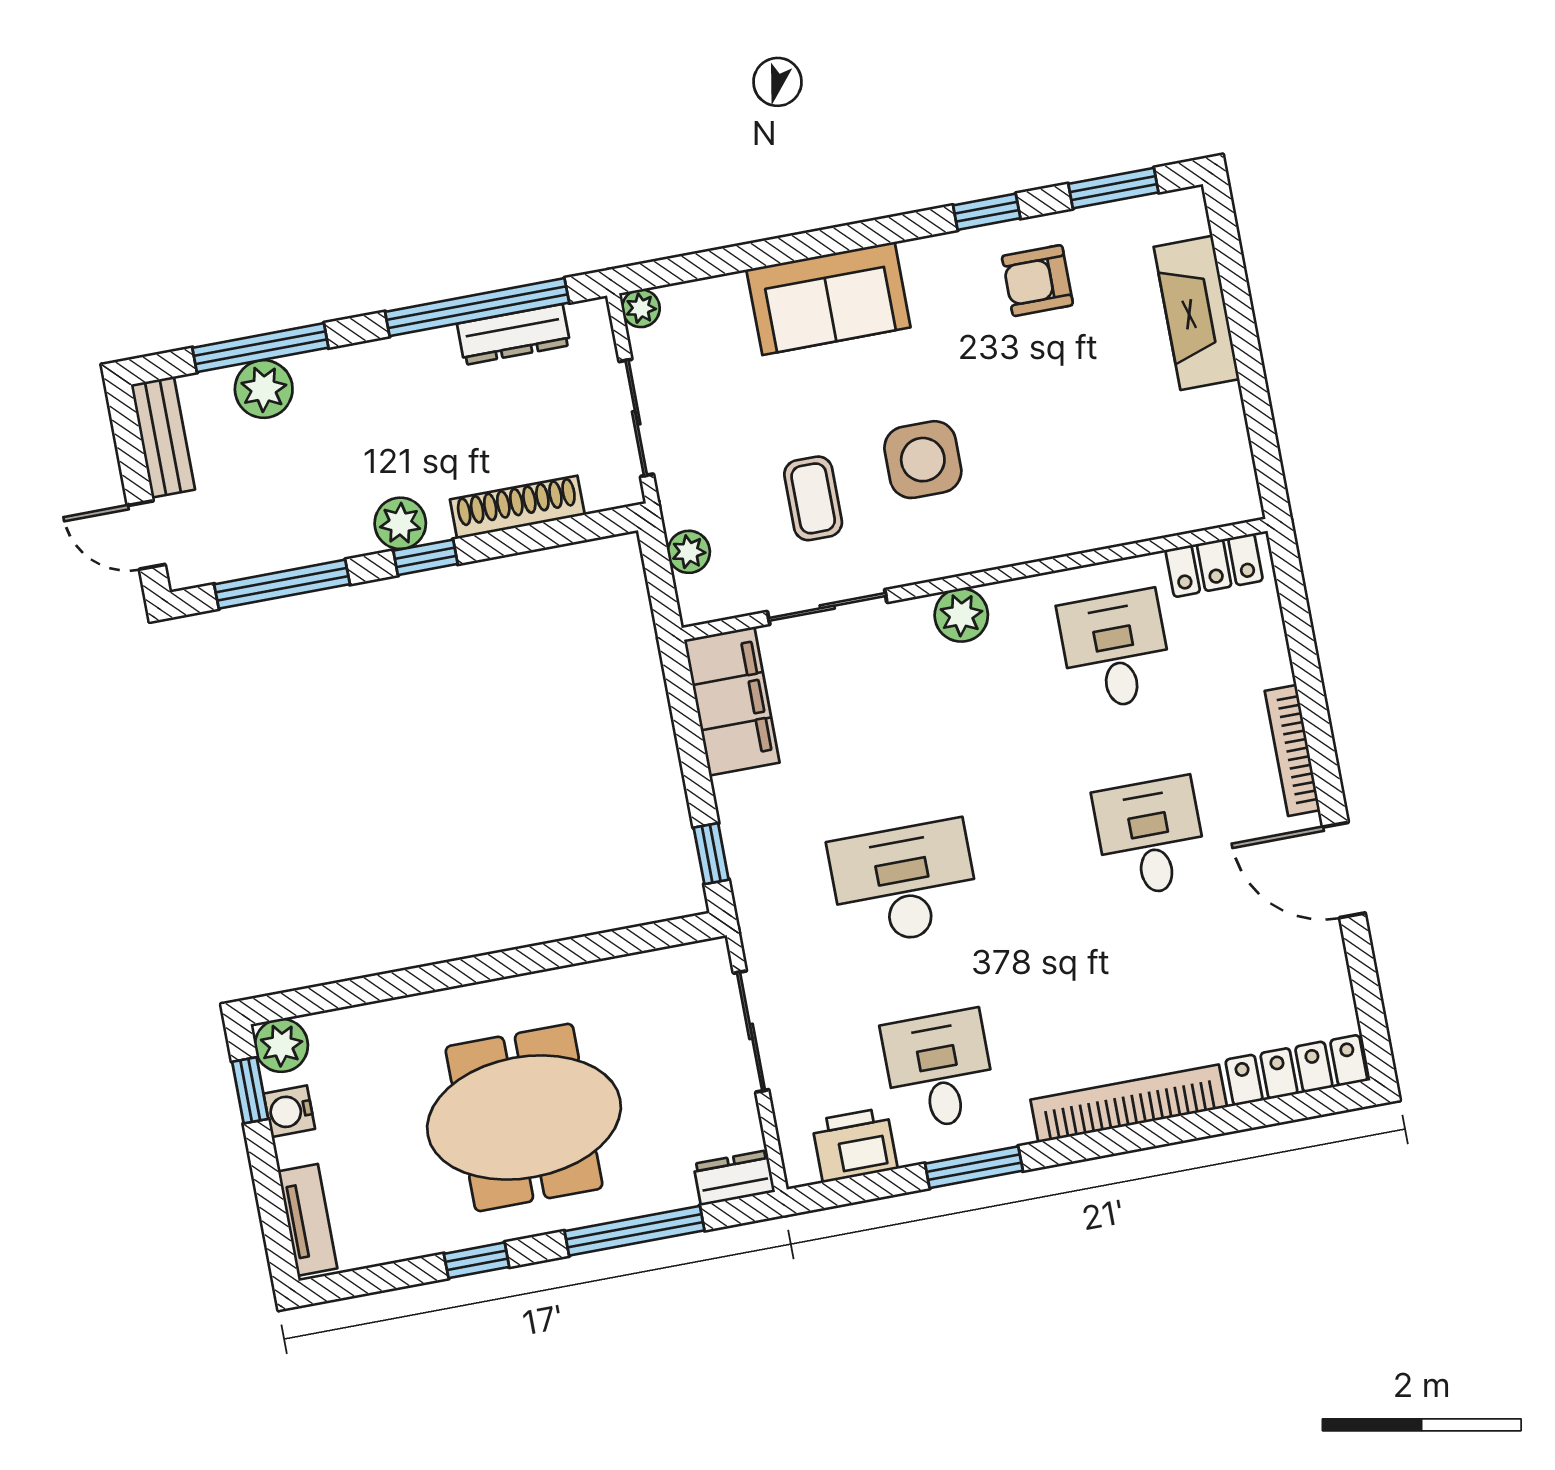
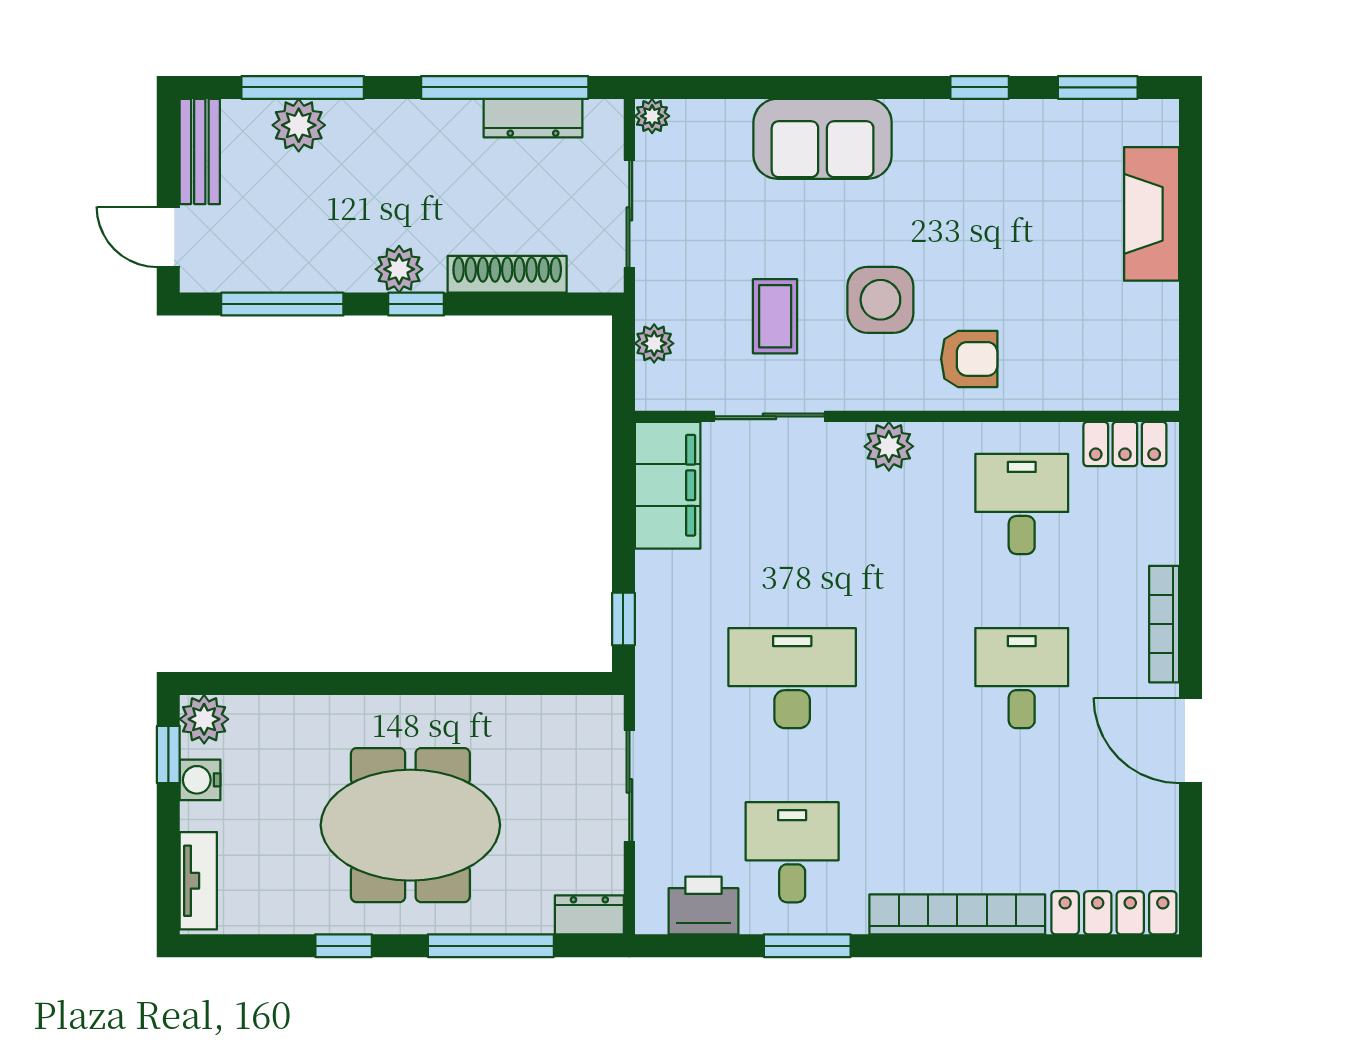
armchair: (1037, 281) -> (969, 359), moved, turned 180

